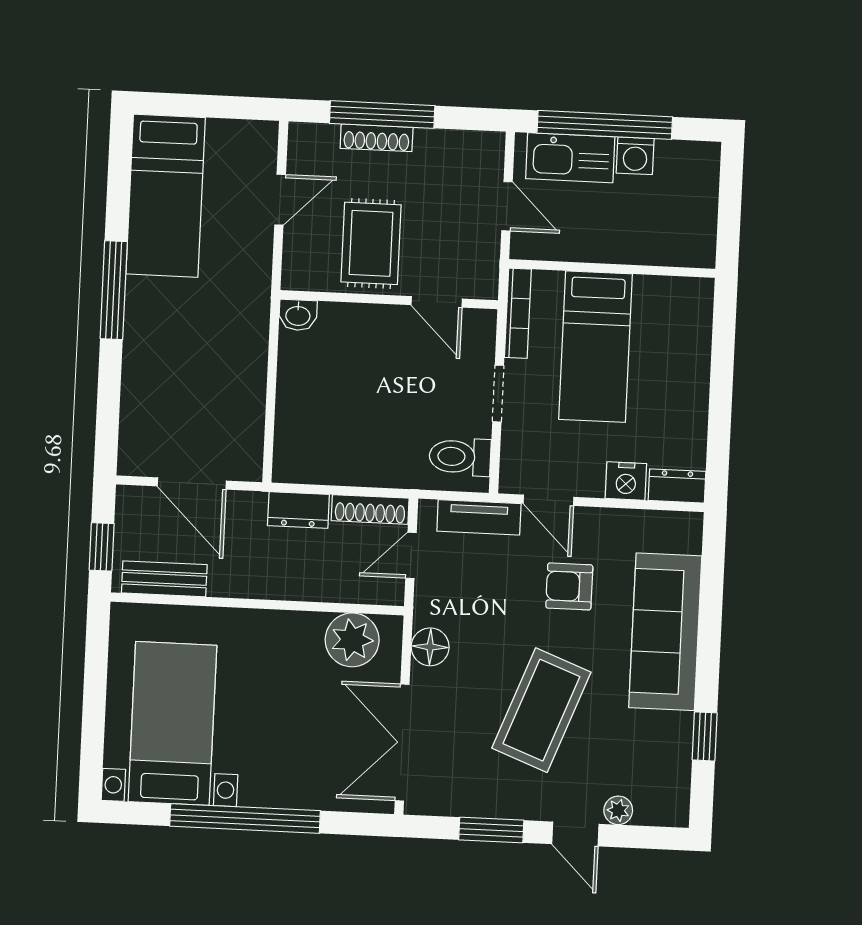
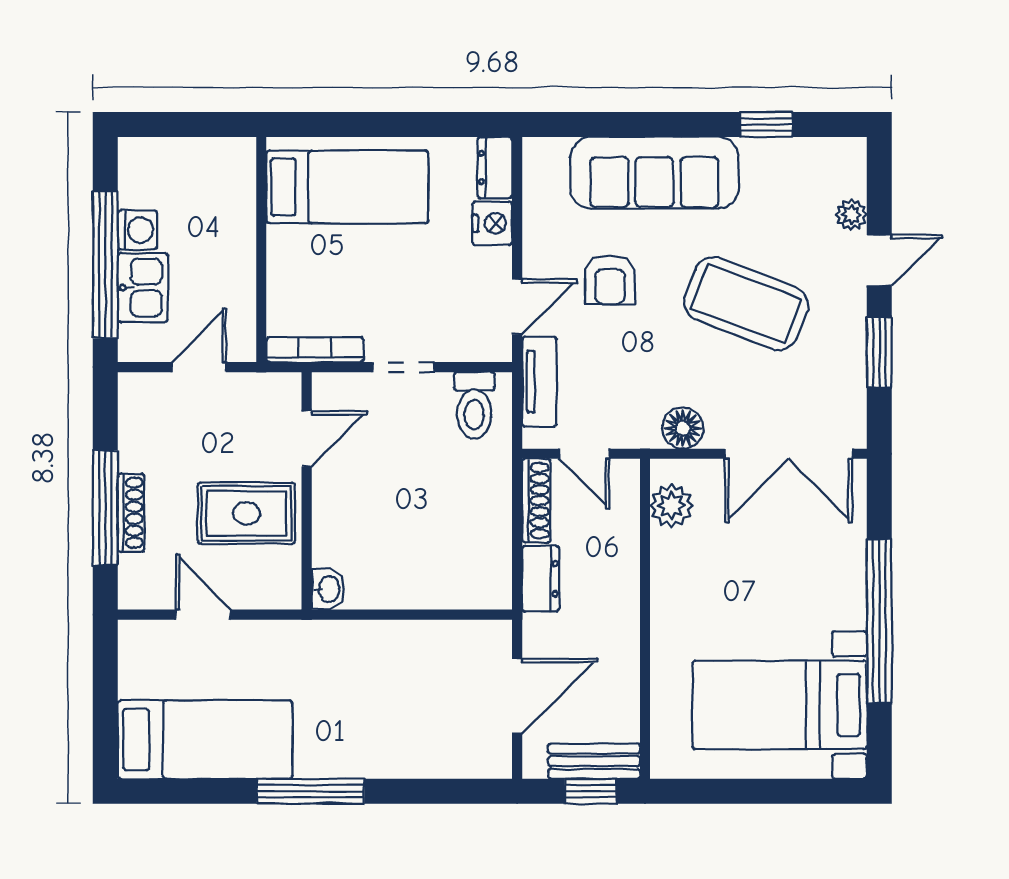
kitchen sink: (570, 158) -> (143, 288), width x0.73
bed: (596, 347) -> (347, 187), moved
bench: (164, 579) -> (594, 761), moved, turned 90
plant: (352, 640) -> (671, 506), width x0.73, depth x0.73

